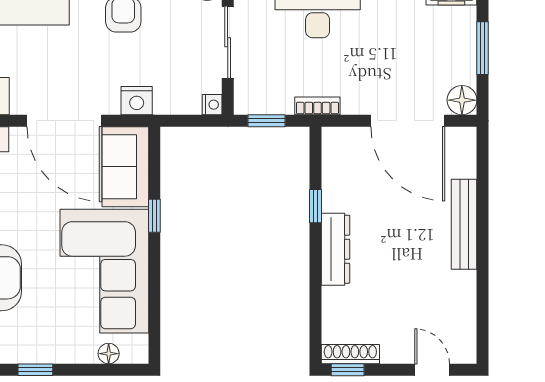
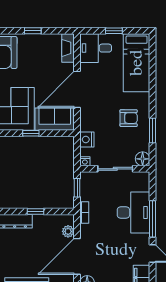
nightstand: (137, 101) -> (87, 139), moved
plant: (356, 139) -> (68, 231), added

